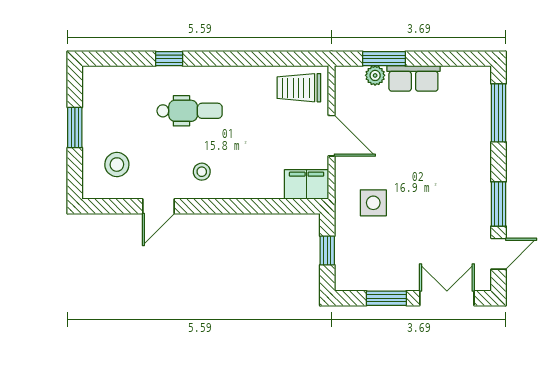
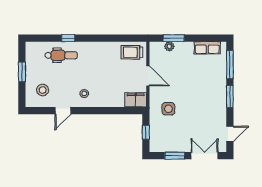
row of seats: (413, 78) -> (207, 48), moved
dental chair: (190, 111) -> (61, 55), moved
window: (499, 204) -> (230, 96), moved

